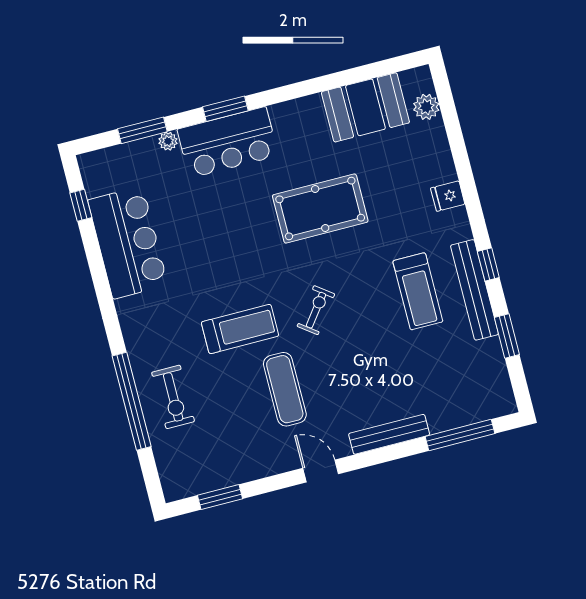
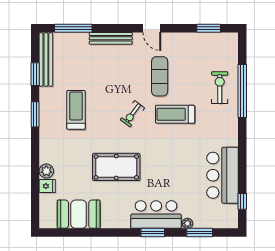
plant: (426, 107) -> (46, 171), moved
fridge: (448, 196) -> (47, 186), moved
window: (488, 265) -> (35, 114), width x1.50
bench: (474, 290) -> (46, 60), moved

